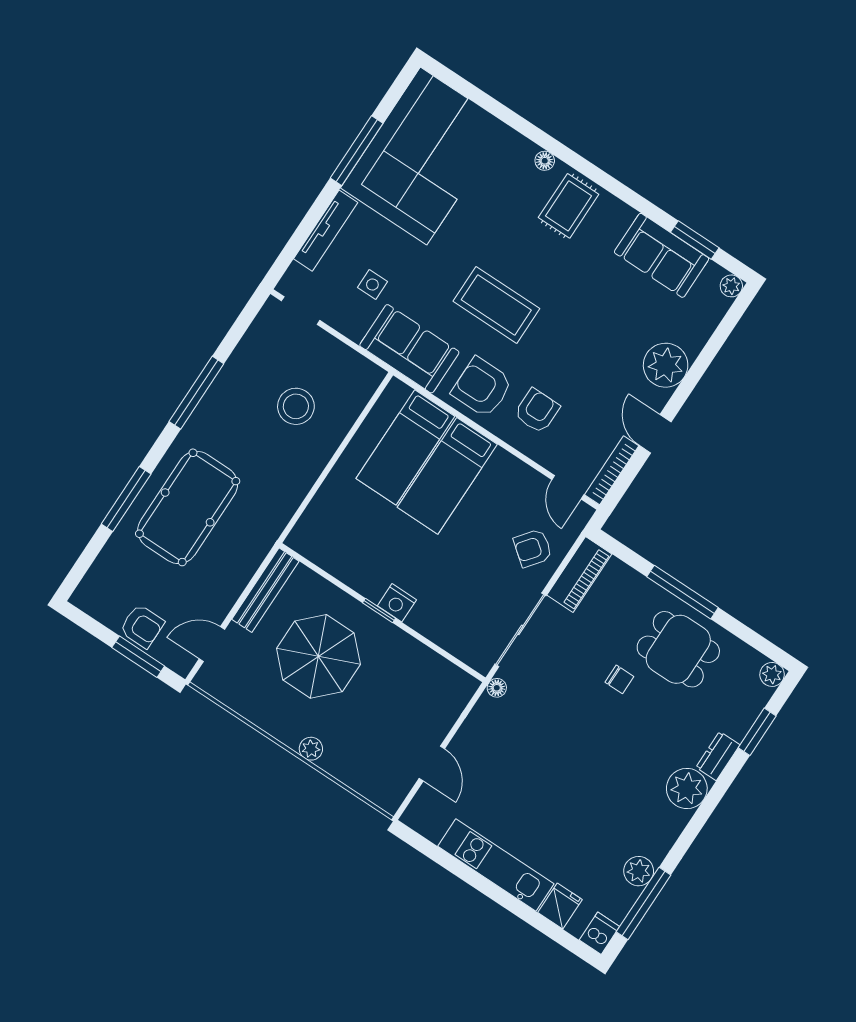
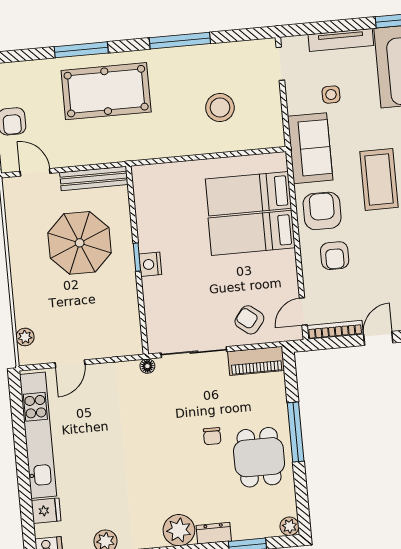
armchair: (537, 411) -> (335, 256), turned 90
plant: (311, 749) -> (25, 337), moved
kitchen unit: (496, 865) -> (38, 435), width x1.36

